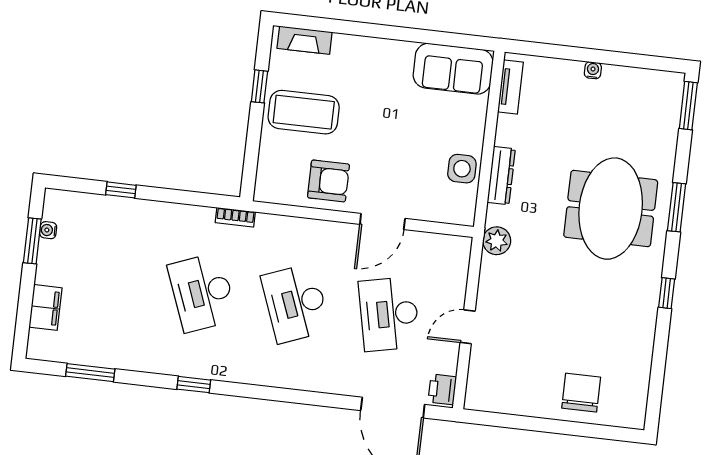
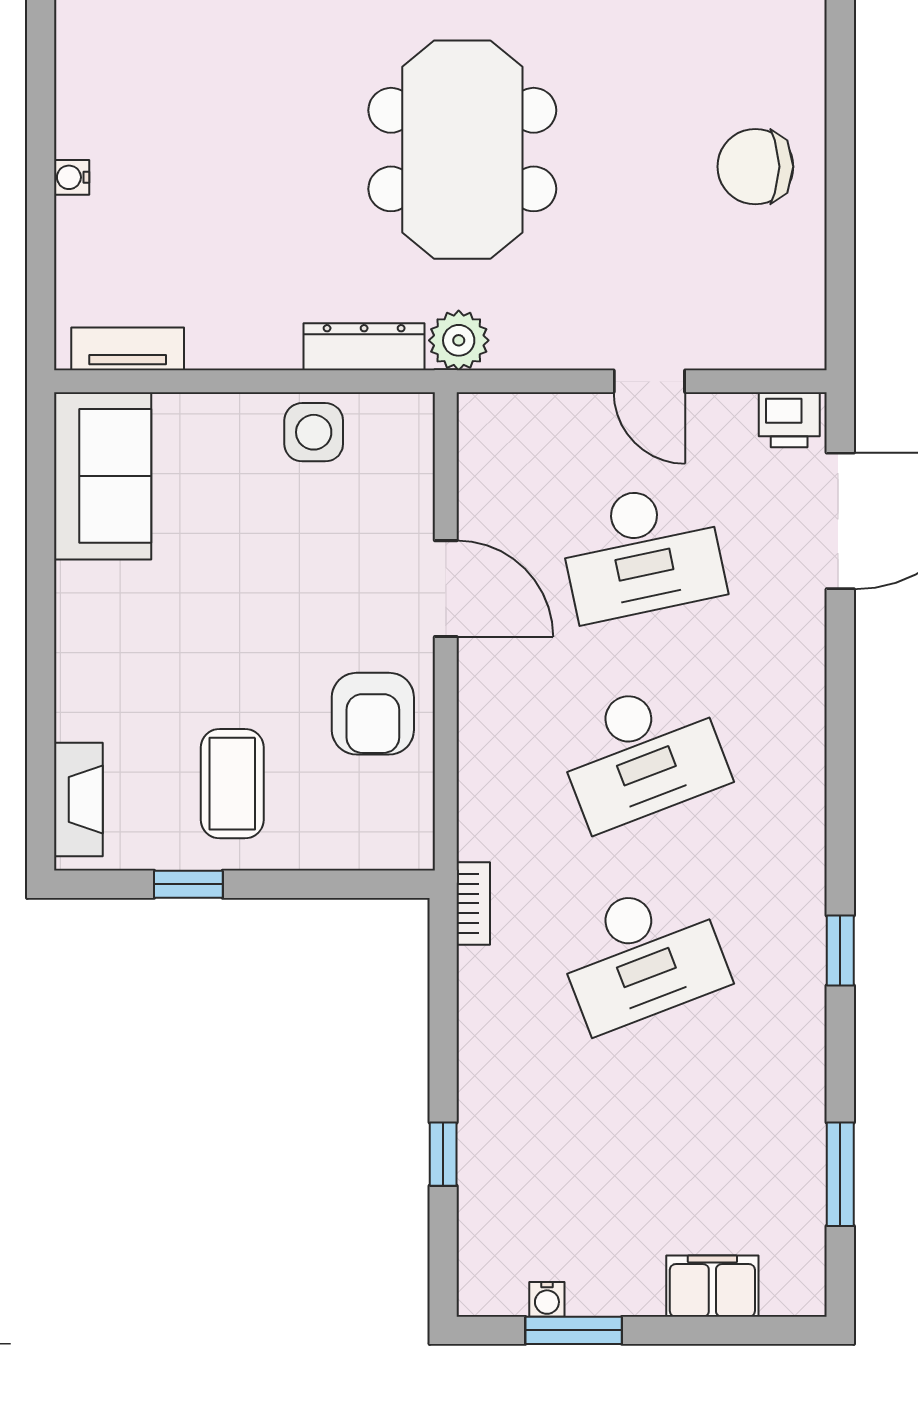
coffee table: (304, 112) -> (232, 784), width x0.73, depth x0.76
dresser: (501, 176) -> (364, 347), moved
armchair: (328, 181) -> (373, 714), turned 180
meeting table: (611, 209) -> (462, 150), moved, turned 90
chair: (581, 393) -> (755, 167), moved

